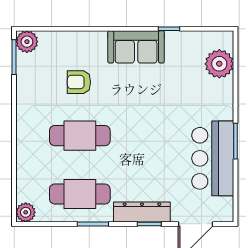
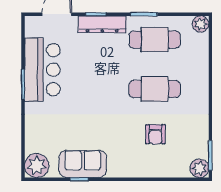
sofa: (136, 47) -> (83, 164), moved
plant: (219, 64) -> (37, 166), moved
armchair: (79, 82) -> (155, 134), turned 90

